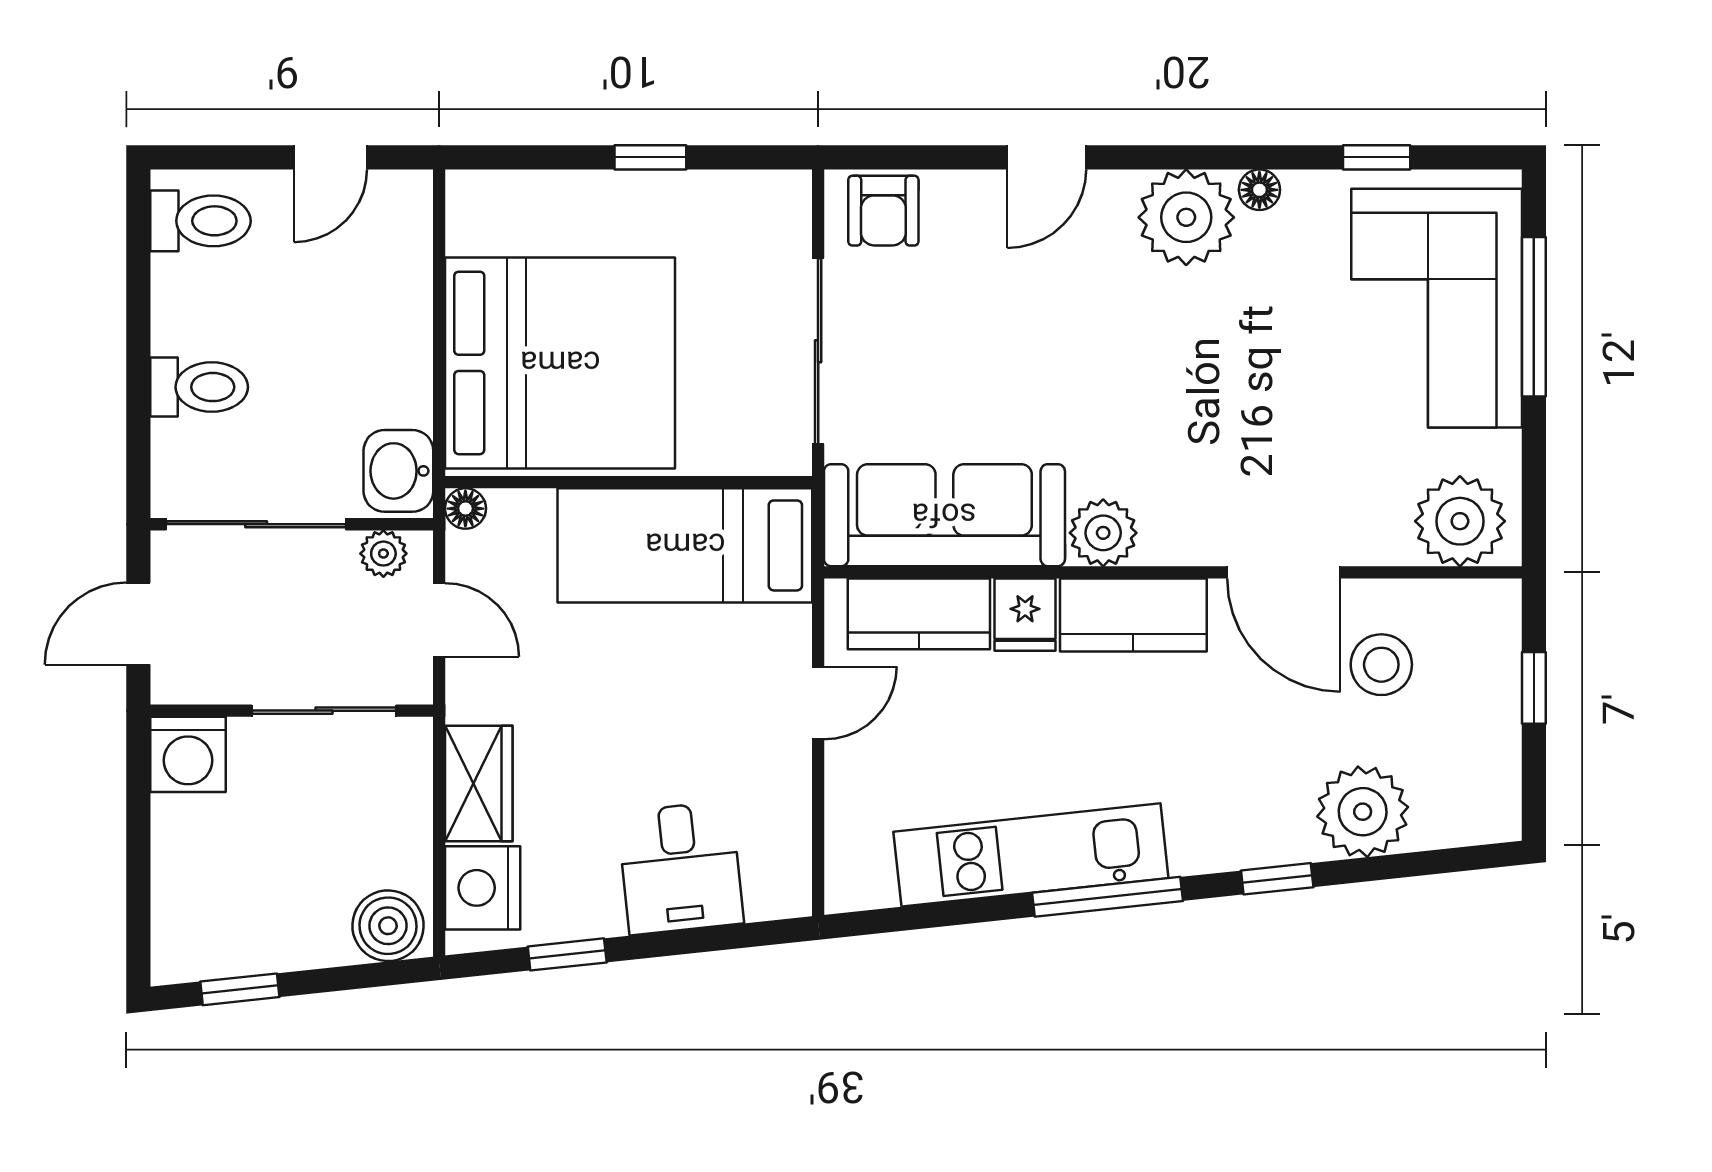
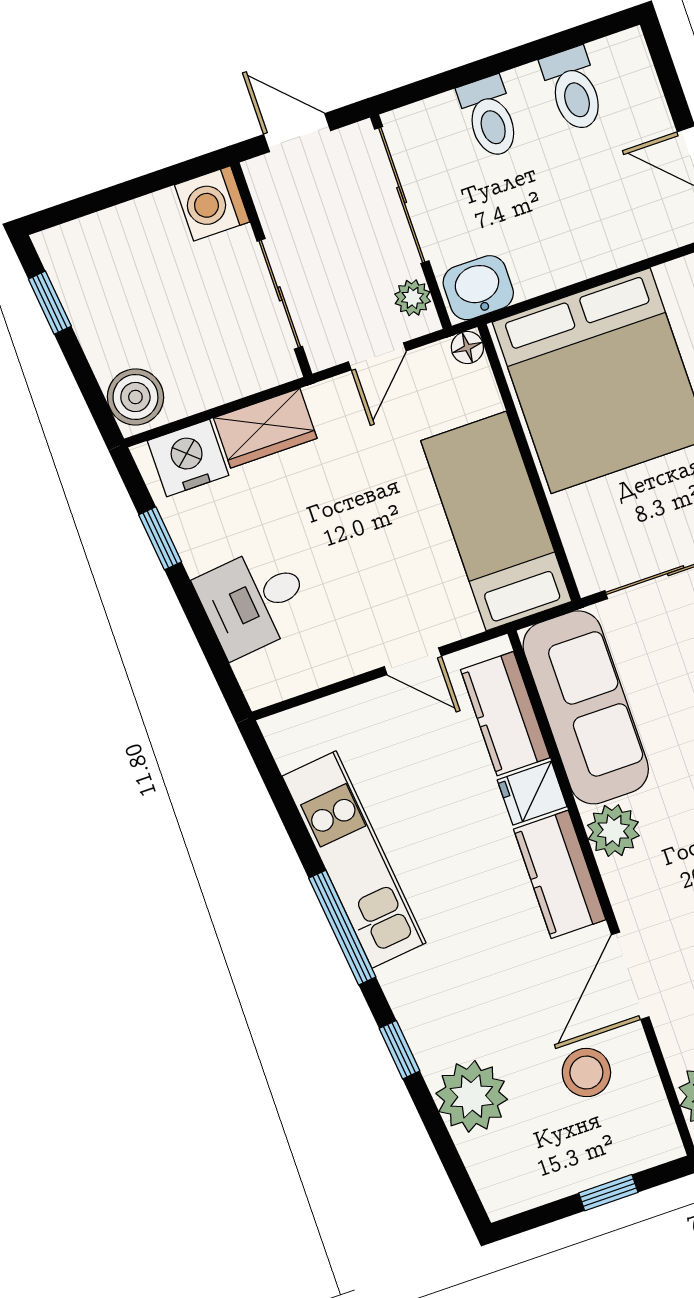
toilet: (200, 221) -> (573, 89), moved

